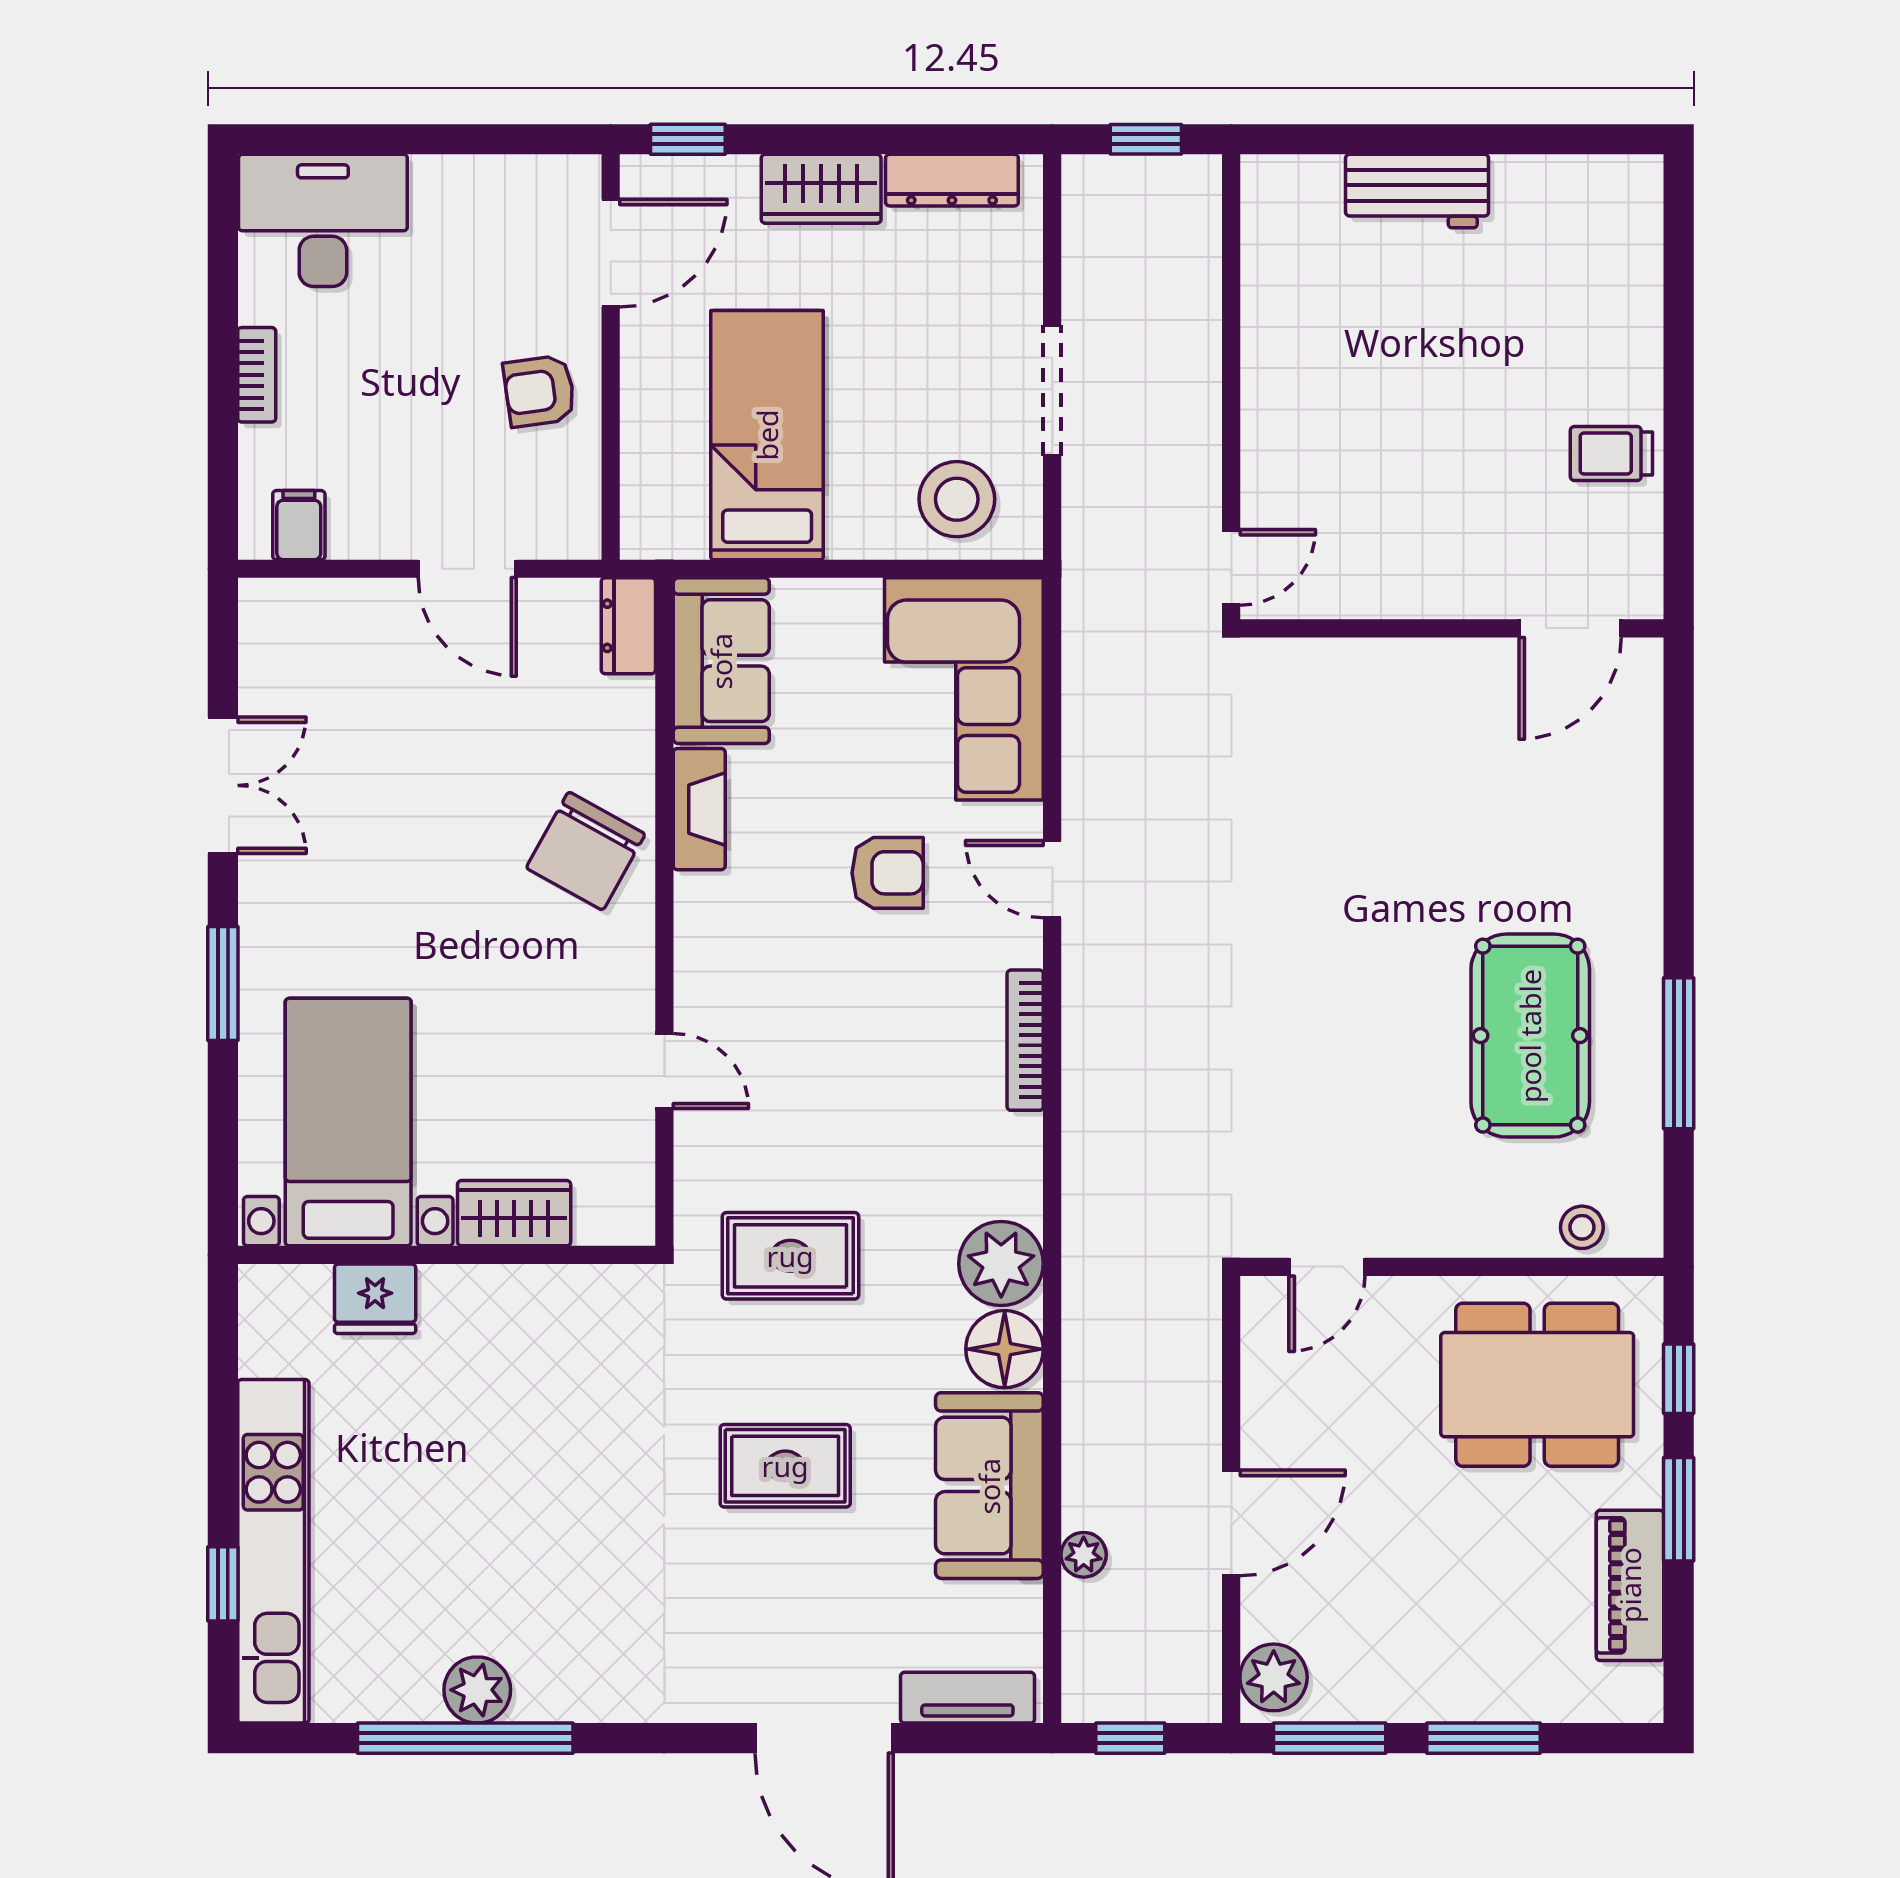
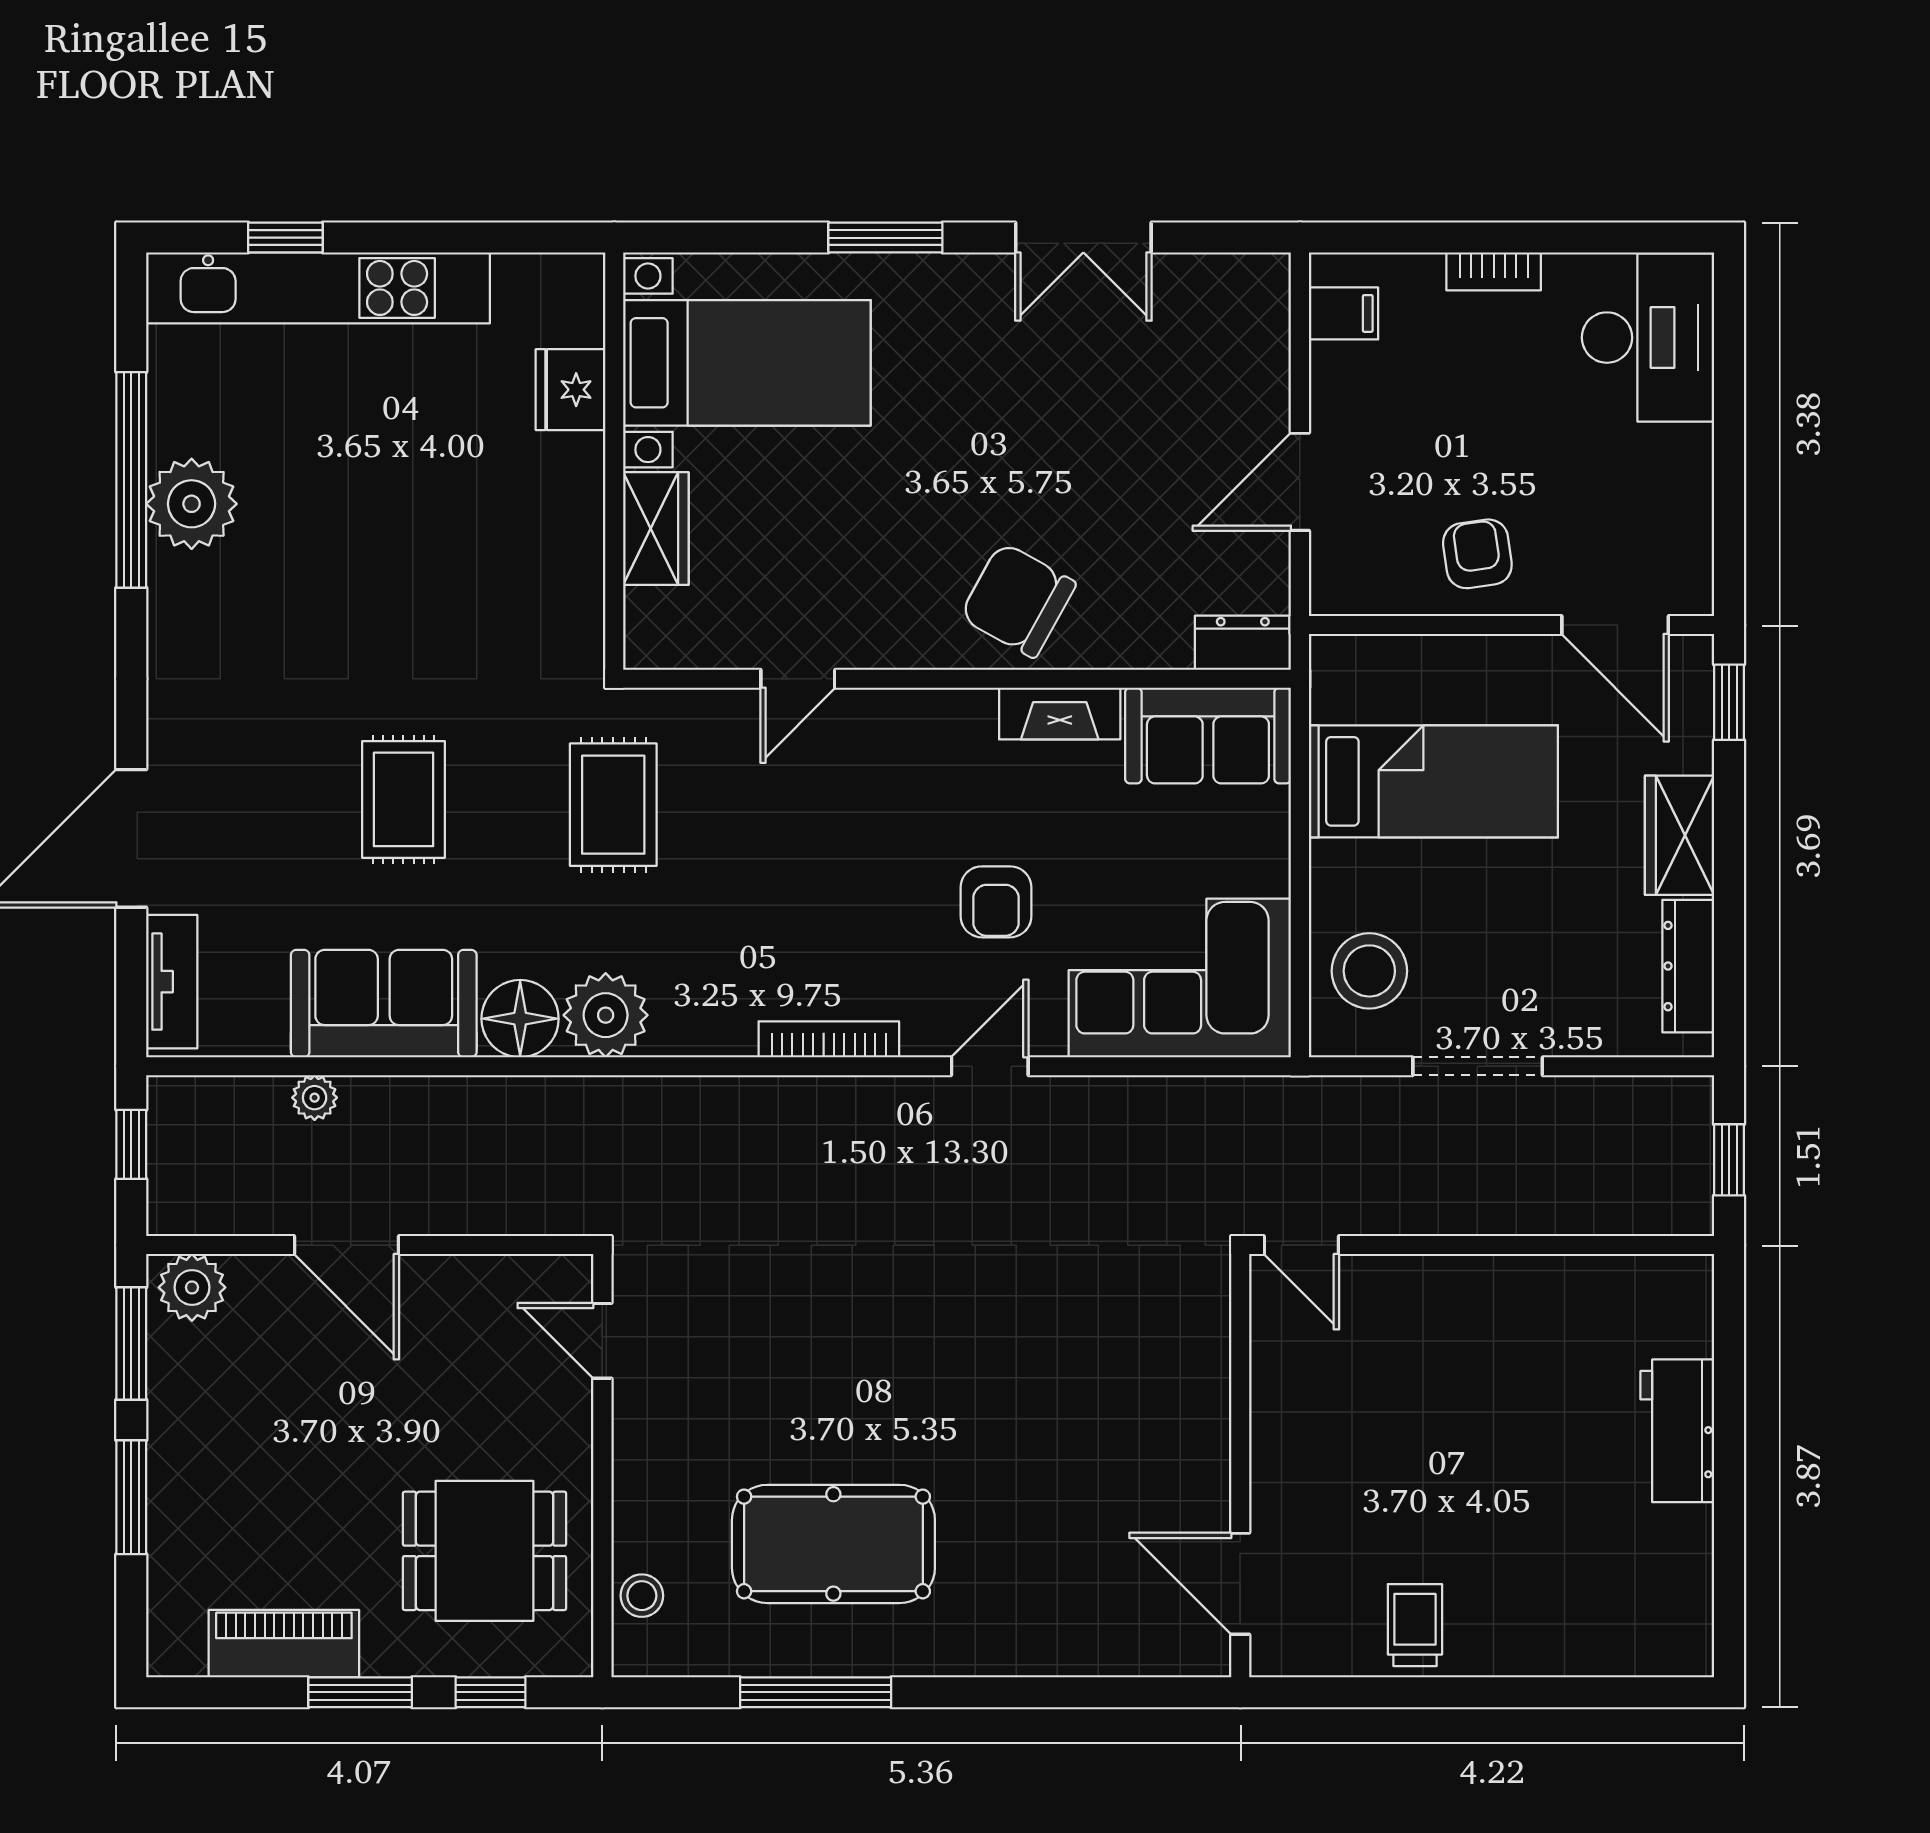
dining table: (1537, 1385) -> (485, 1551), width x0.73
plant: (477, 1690) -> (192, 504), width x1.36, depth x1.36

